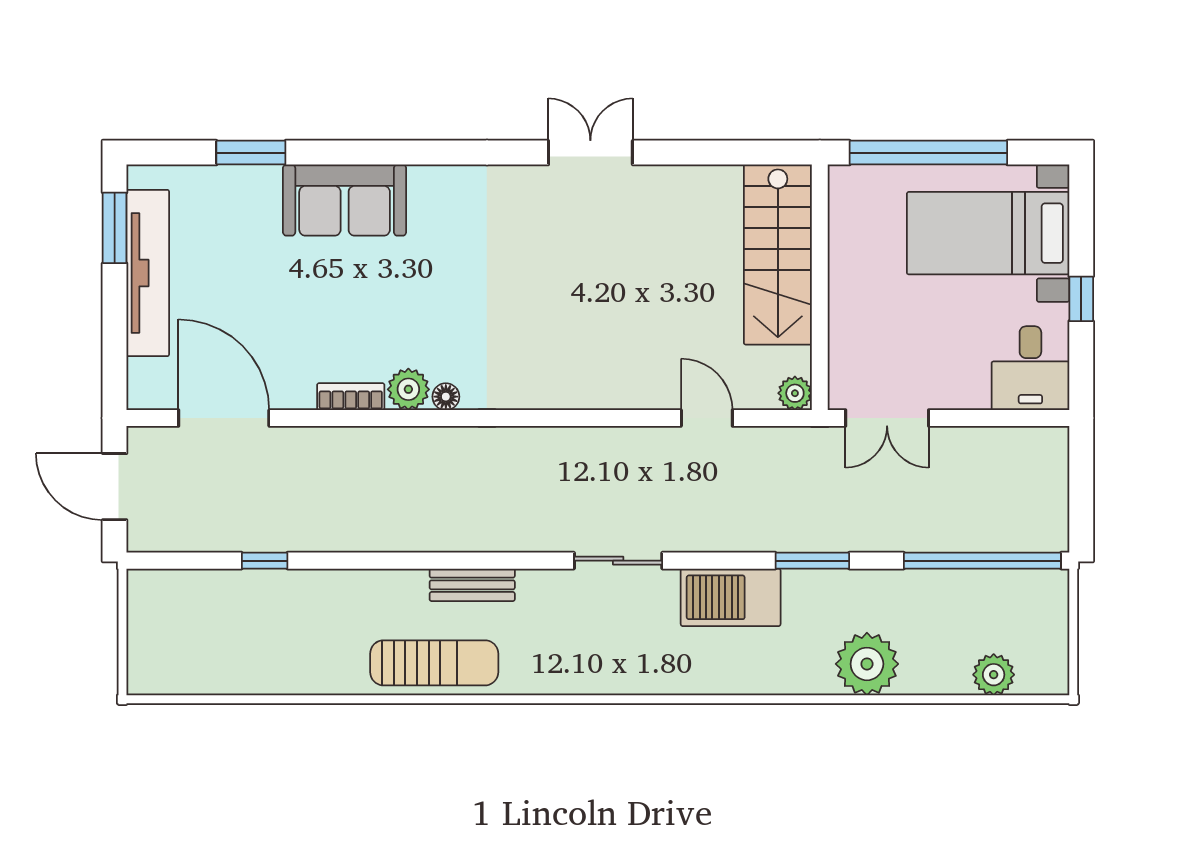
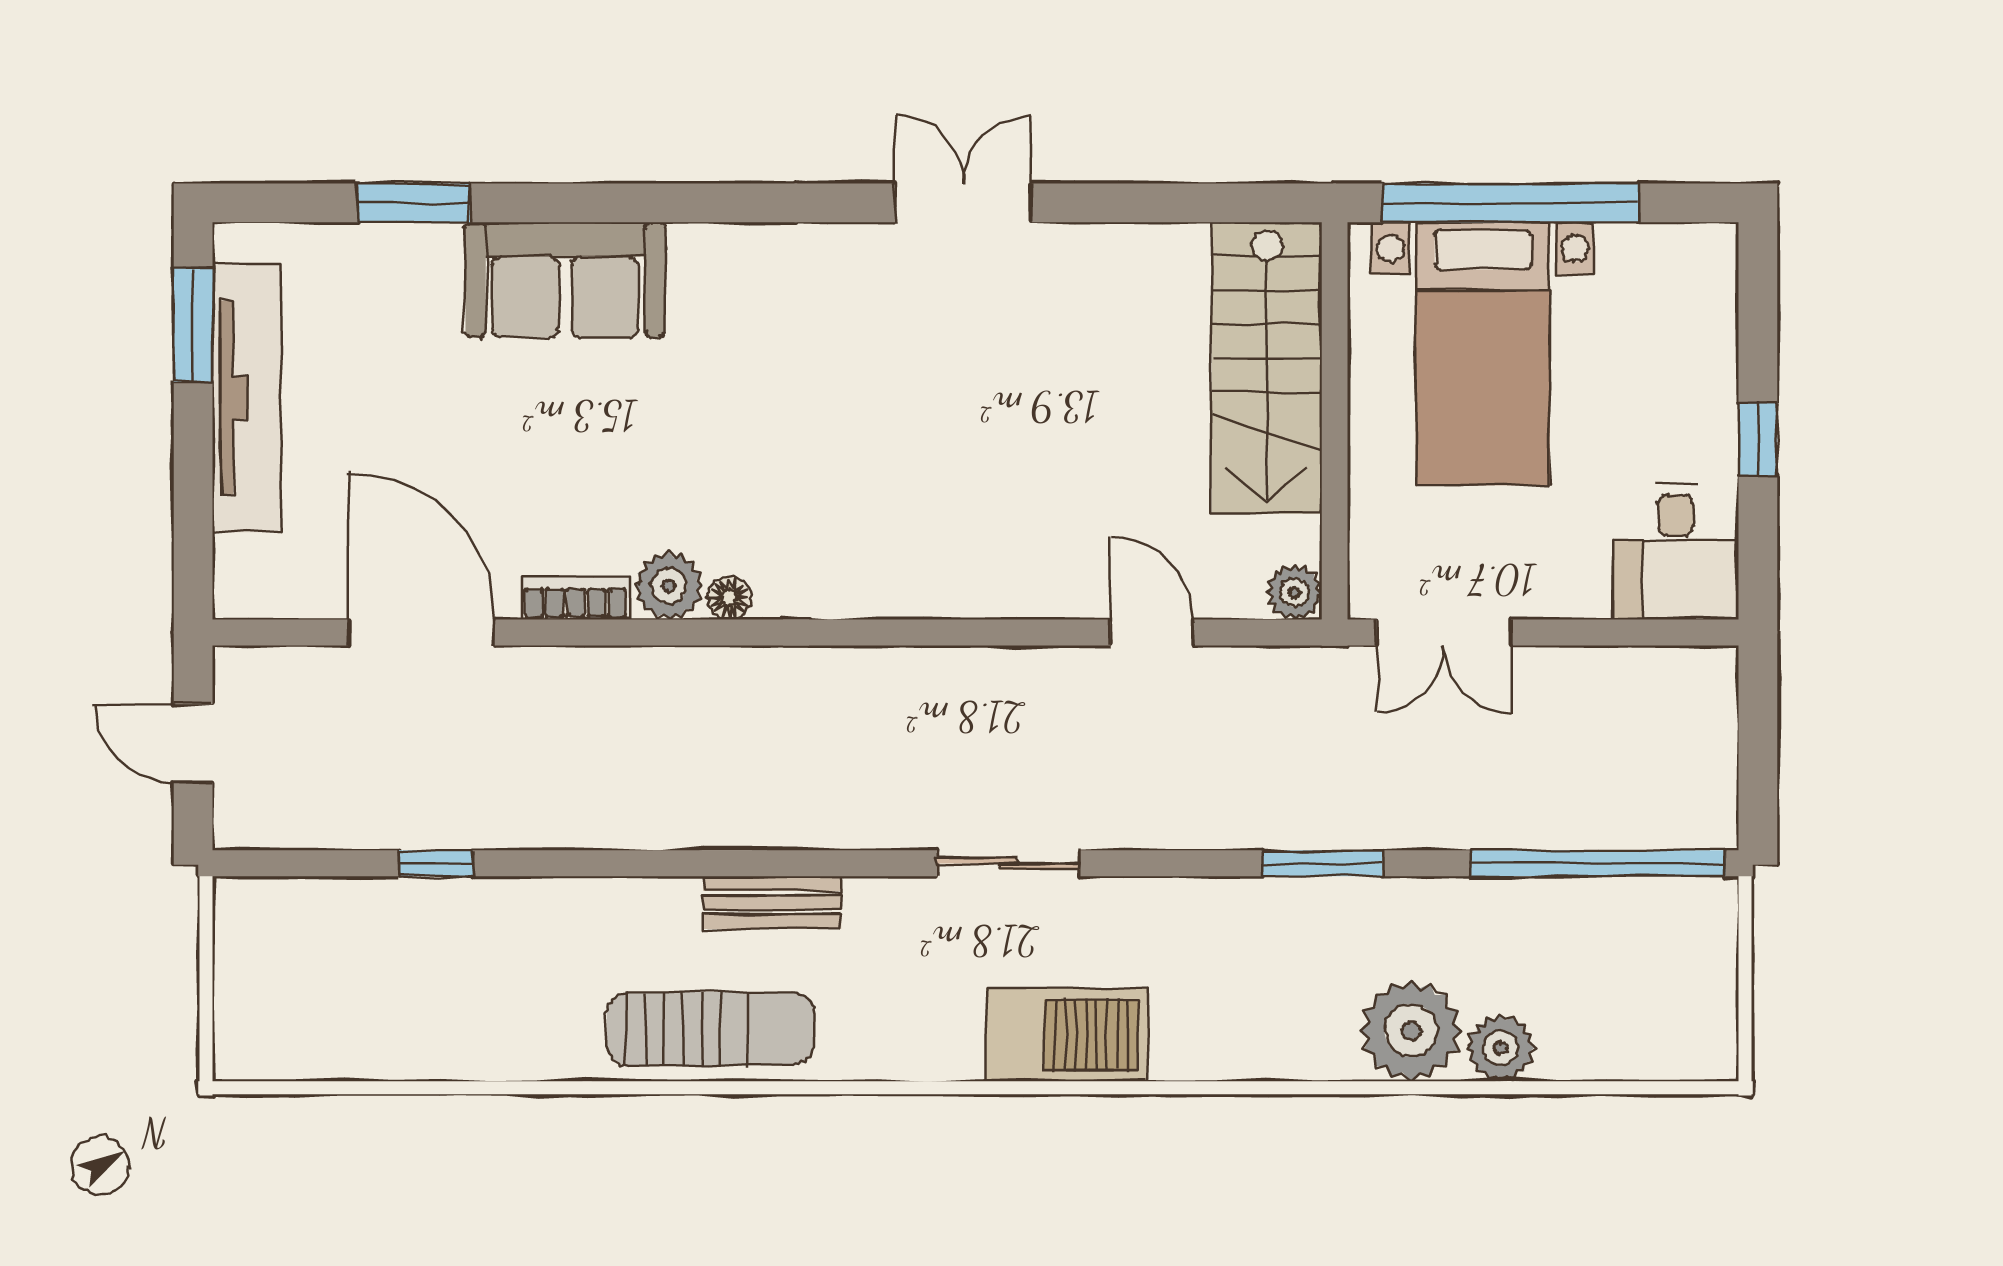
bed with nightstands: (988, 233) -> (1483, 354), moved, turned -90
door: (224, 418) -> (421, 632), moved
door: (115, 487) -> (193, 744), width x0.73
barbecue: (731, 597) -> (1067, 1035), moved, turned 180
plant: (994, 675) -> (1500, 1048), moved

